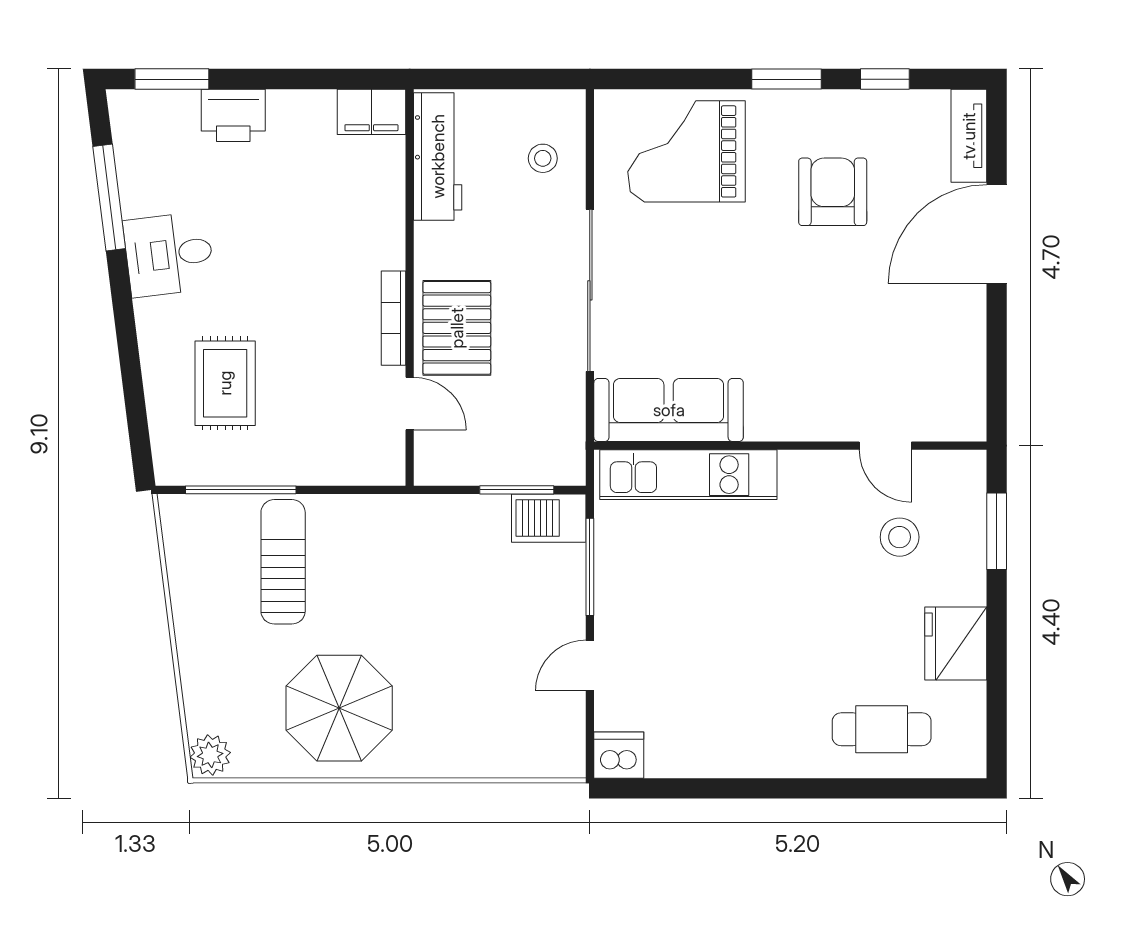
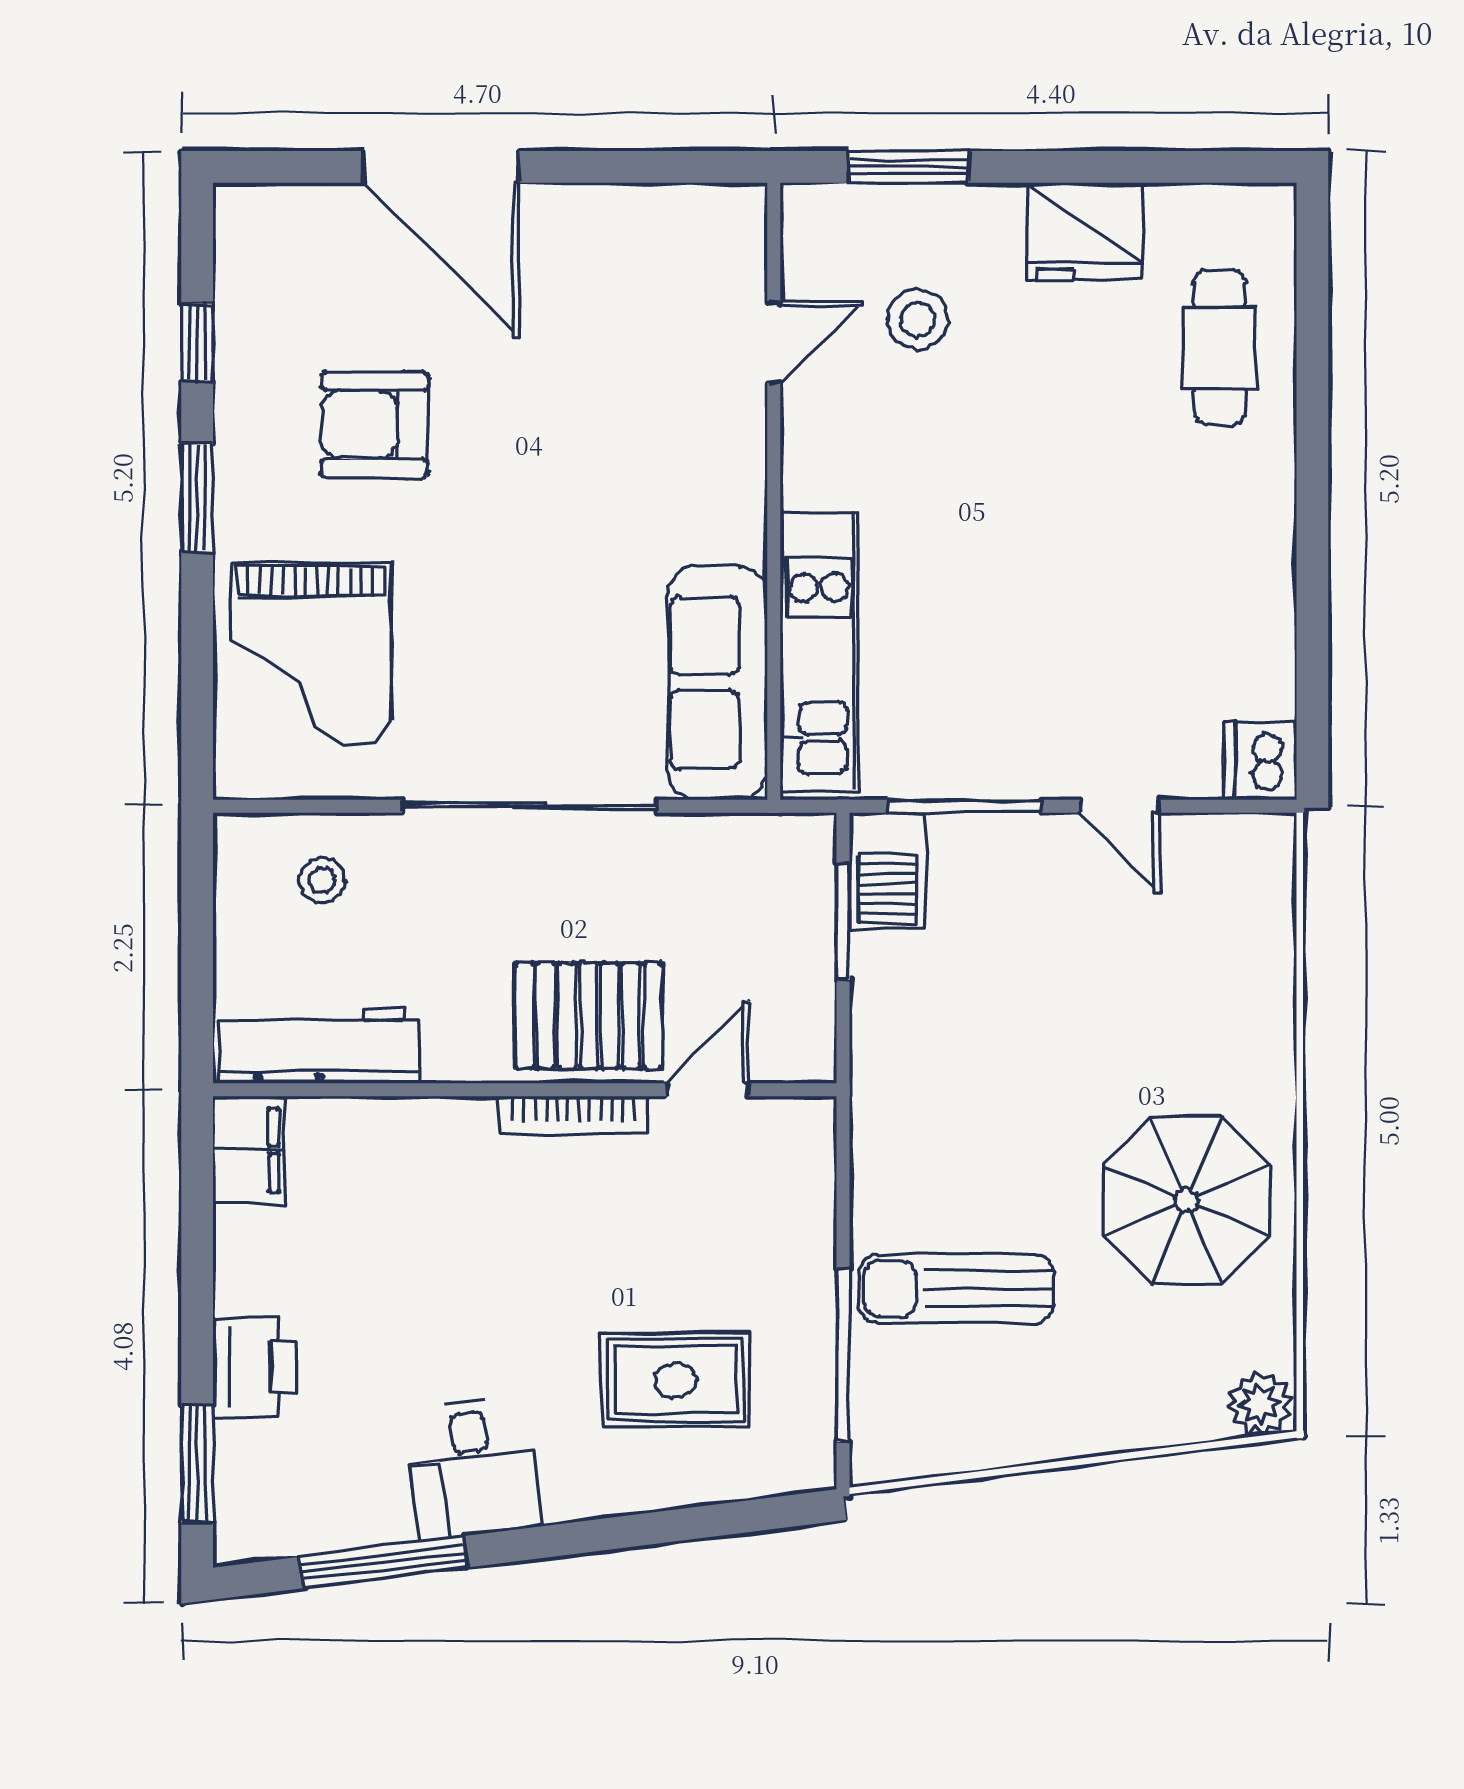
tv unit: (969, 136) -> (286, 211), removed

